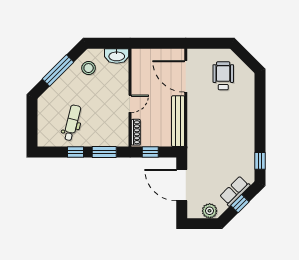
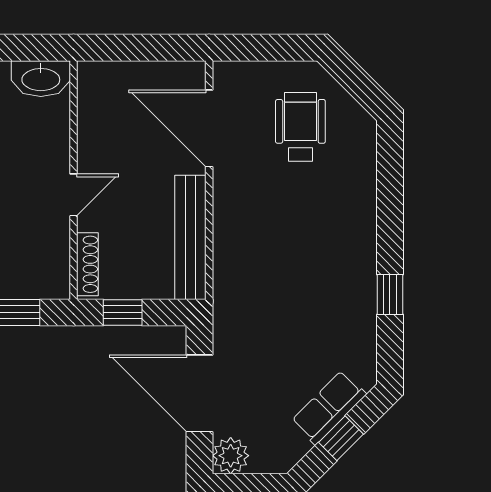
window: (260, 161) -> (390, 295), moved
plant: (210, 211) -> (231, 456), moved

